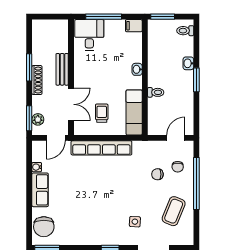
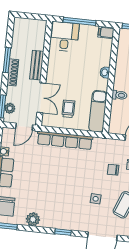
side table: (135, 222) -> (96, 199), moved
plant: (76, 238) -> (33, 219), added

